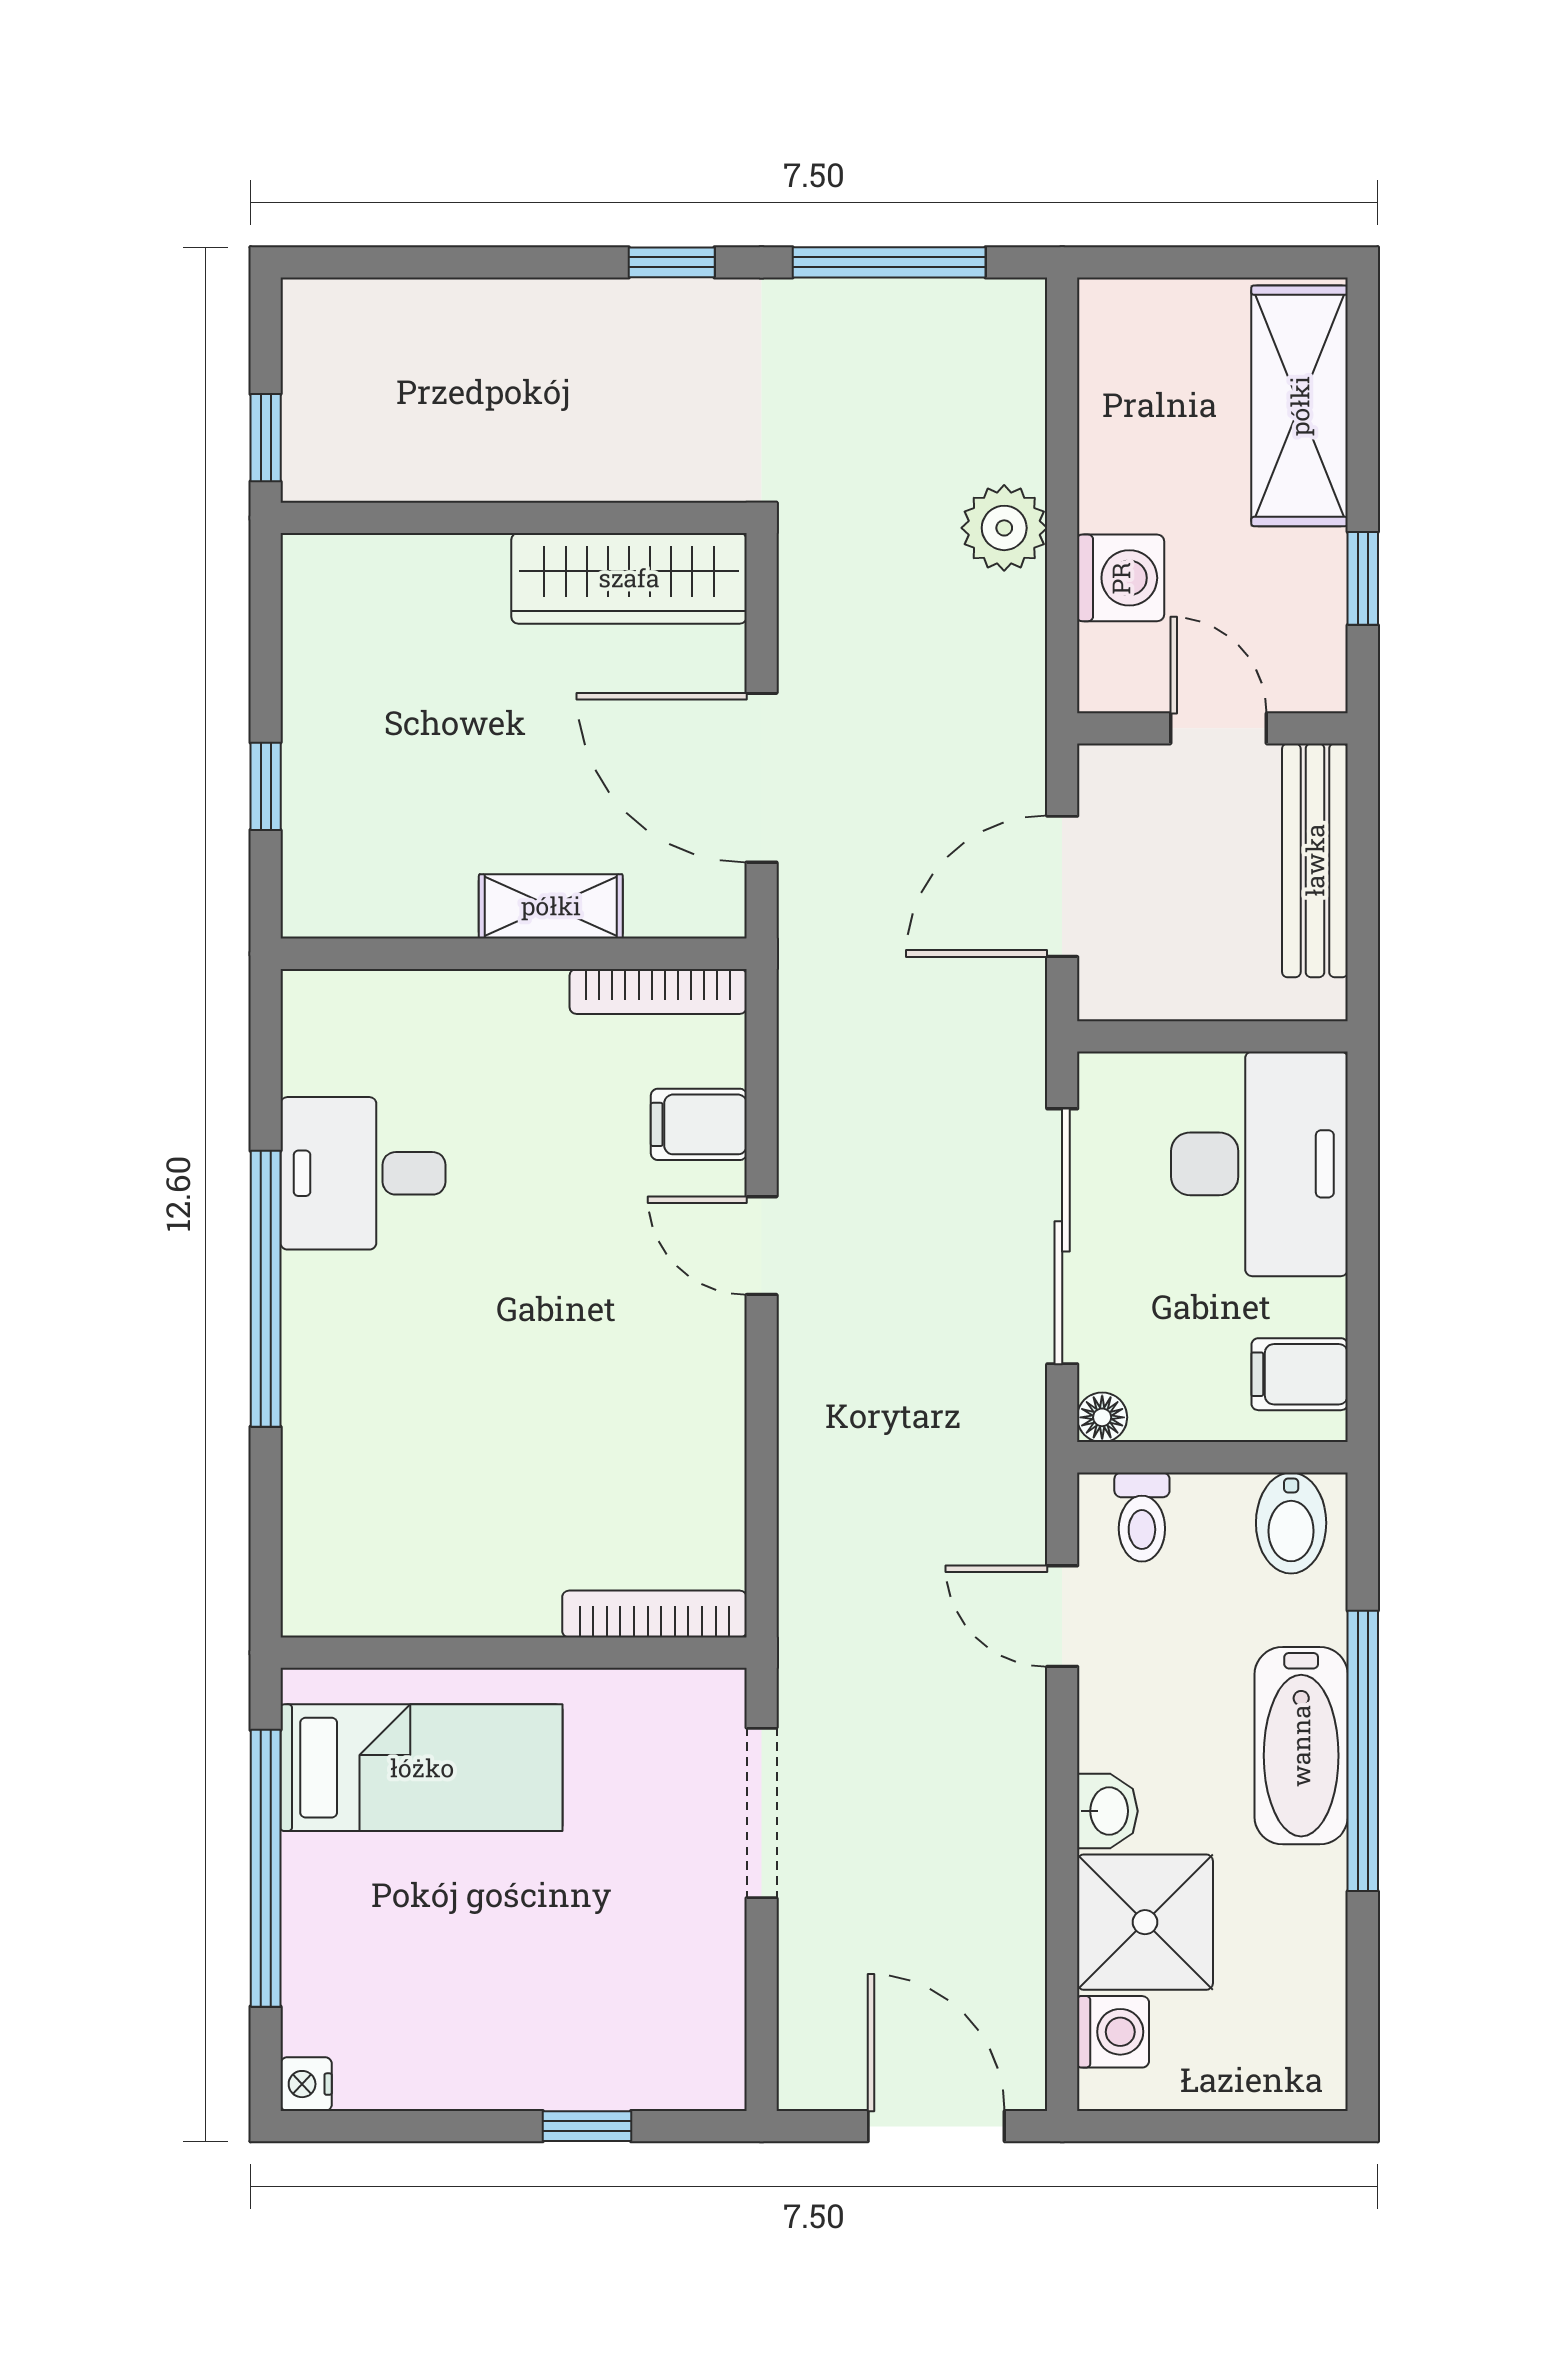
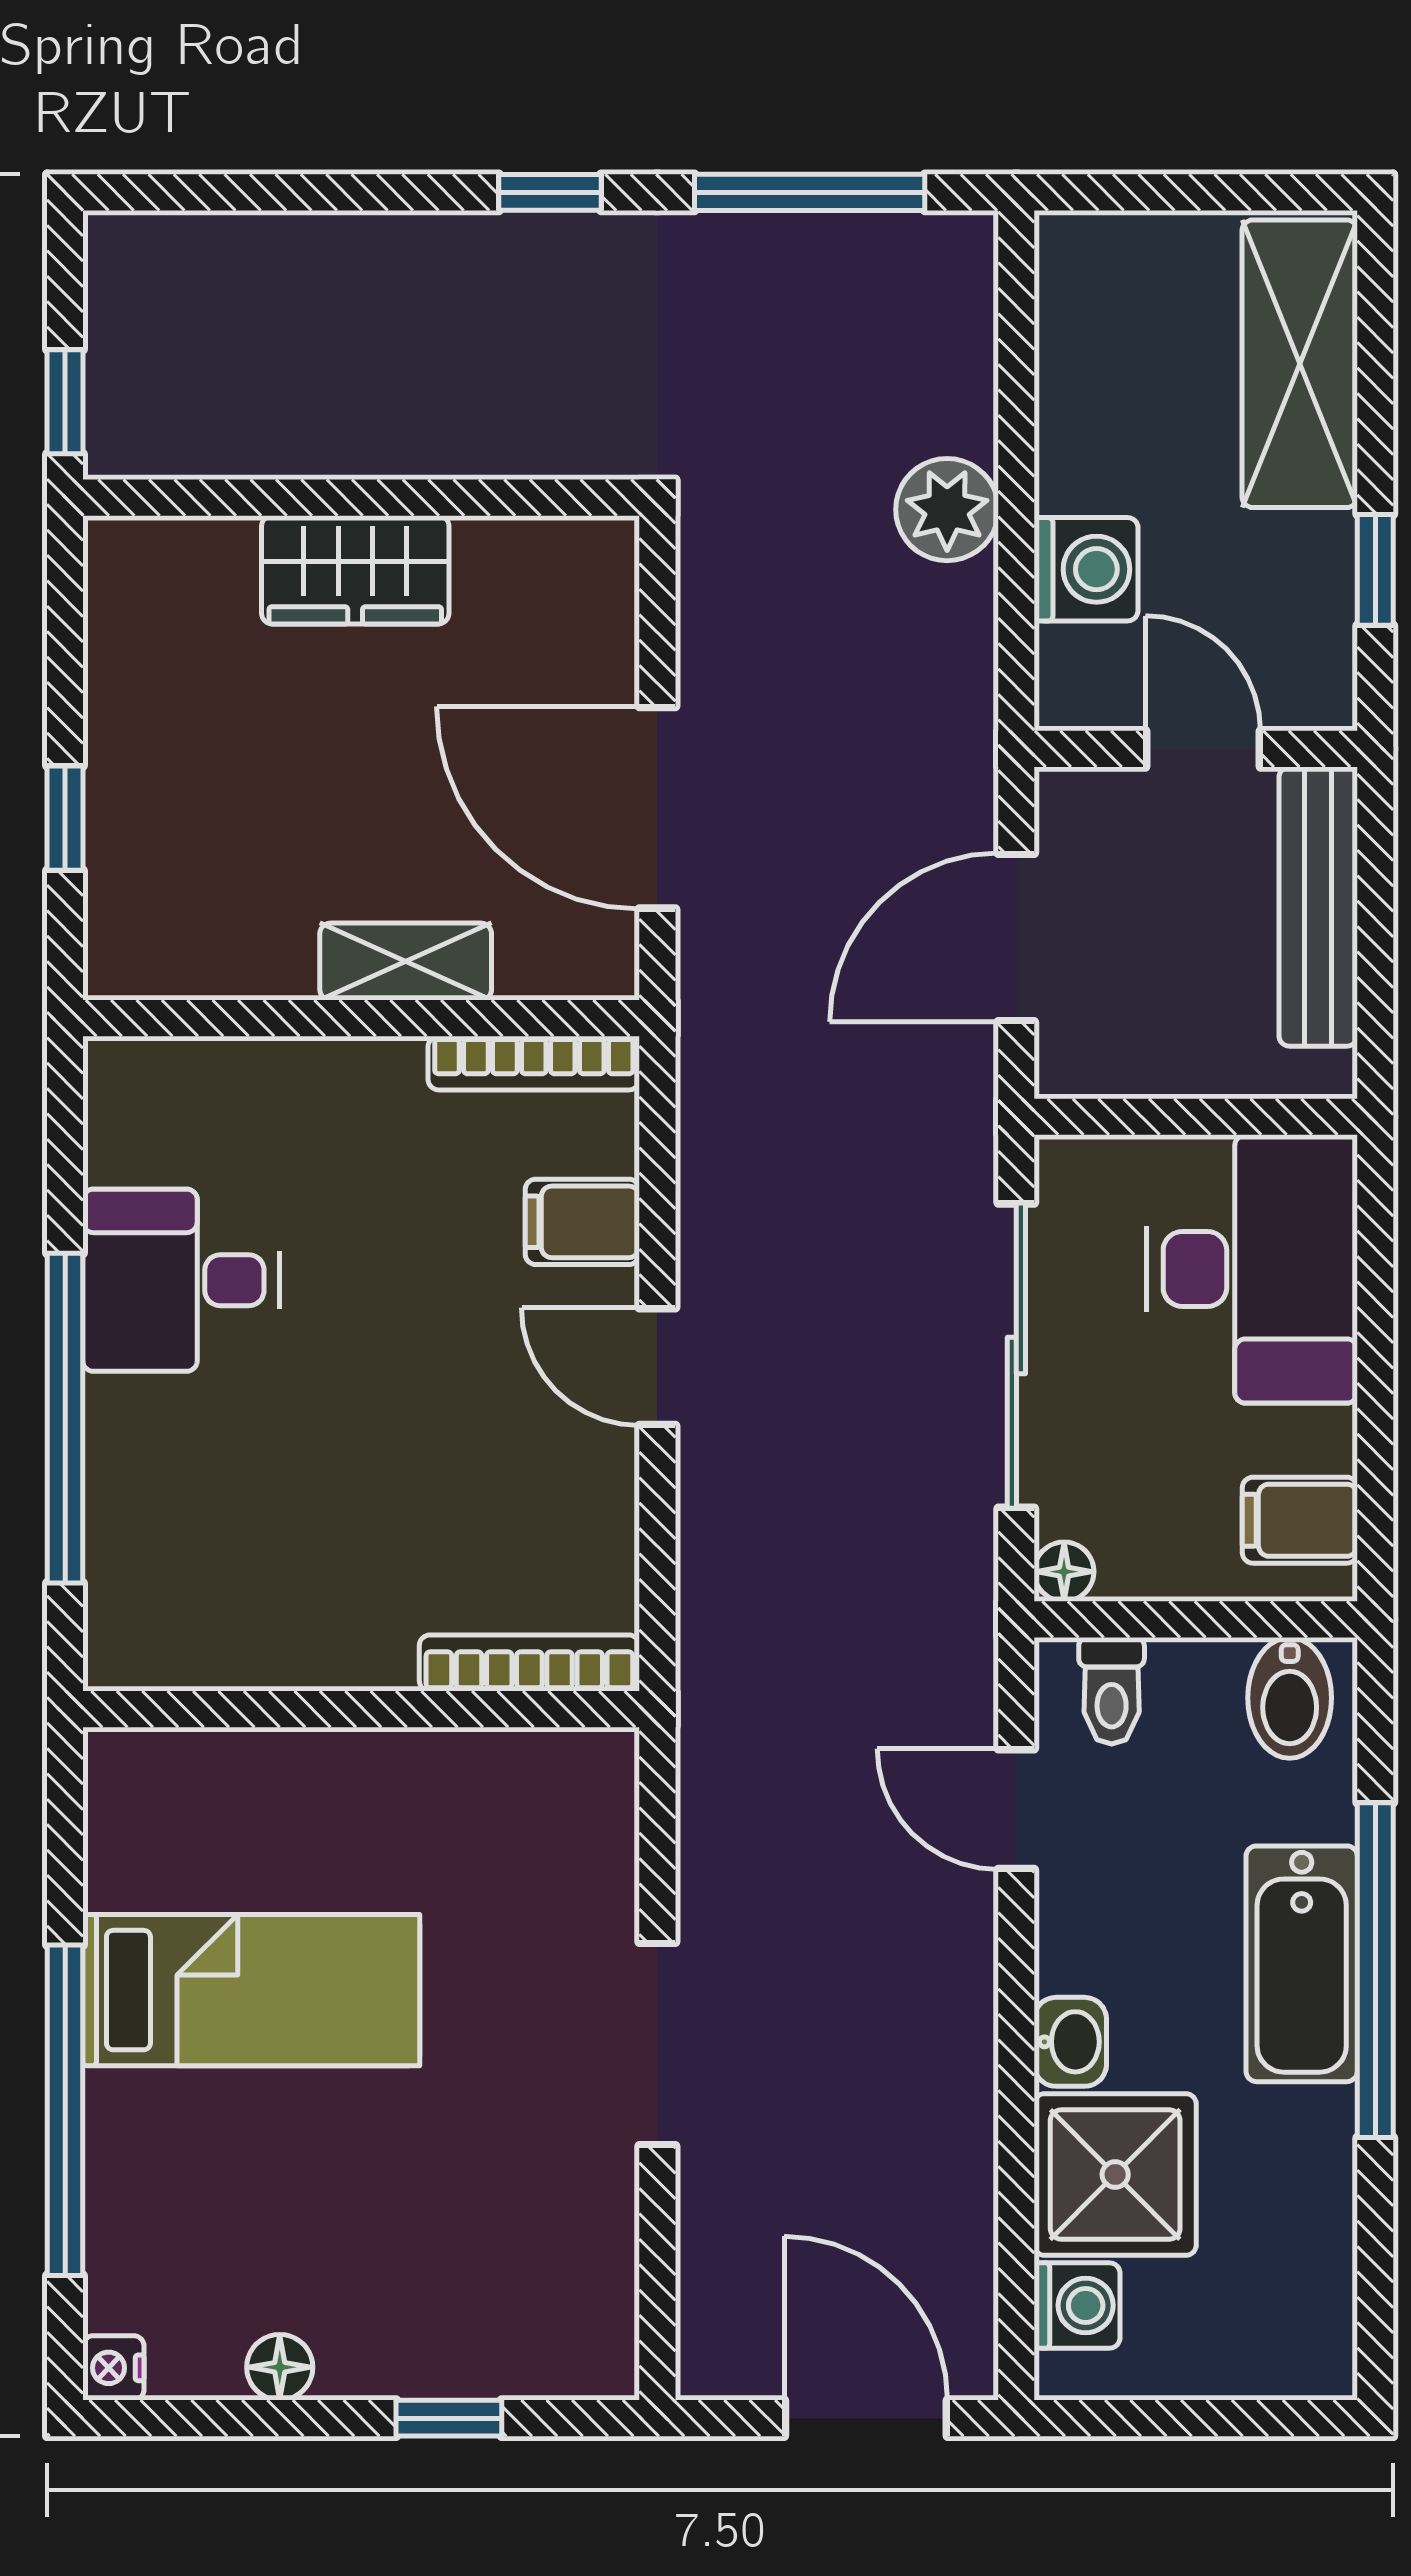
wardrobe: (629, 578) -> (355, 570), moved, width x0.67
bookcase: (654, 1614) -> (529, 1663), moved
wall: (514, 1653) -> (361, 1709), moved
floor lamp: (445, 2083) -> (280, 2367), added

